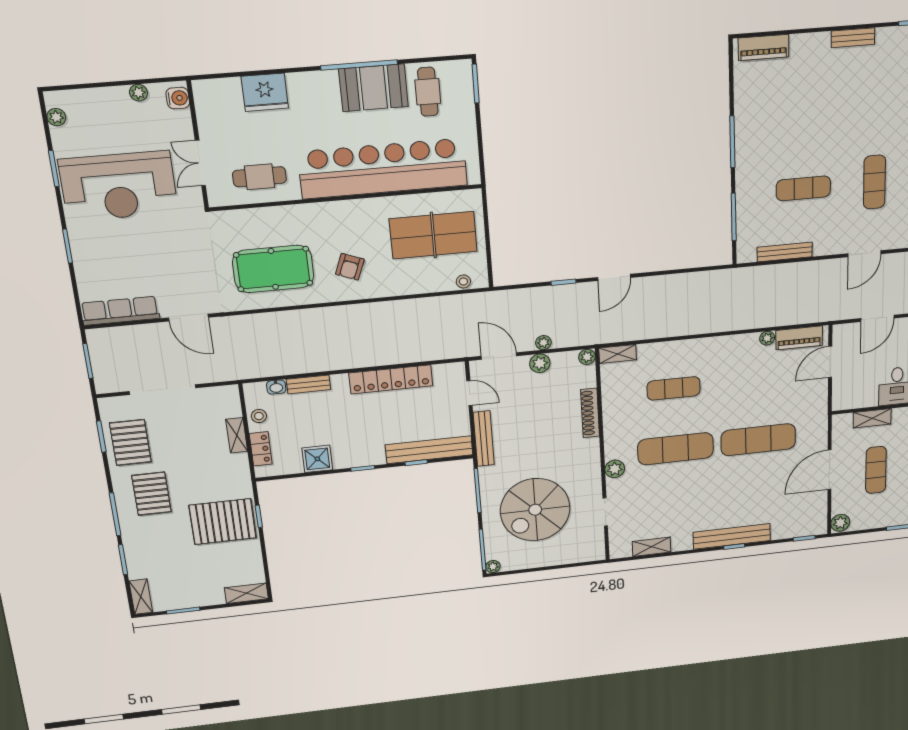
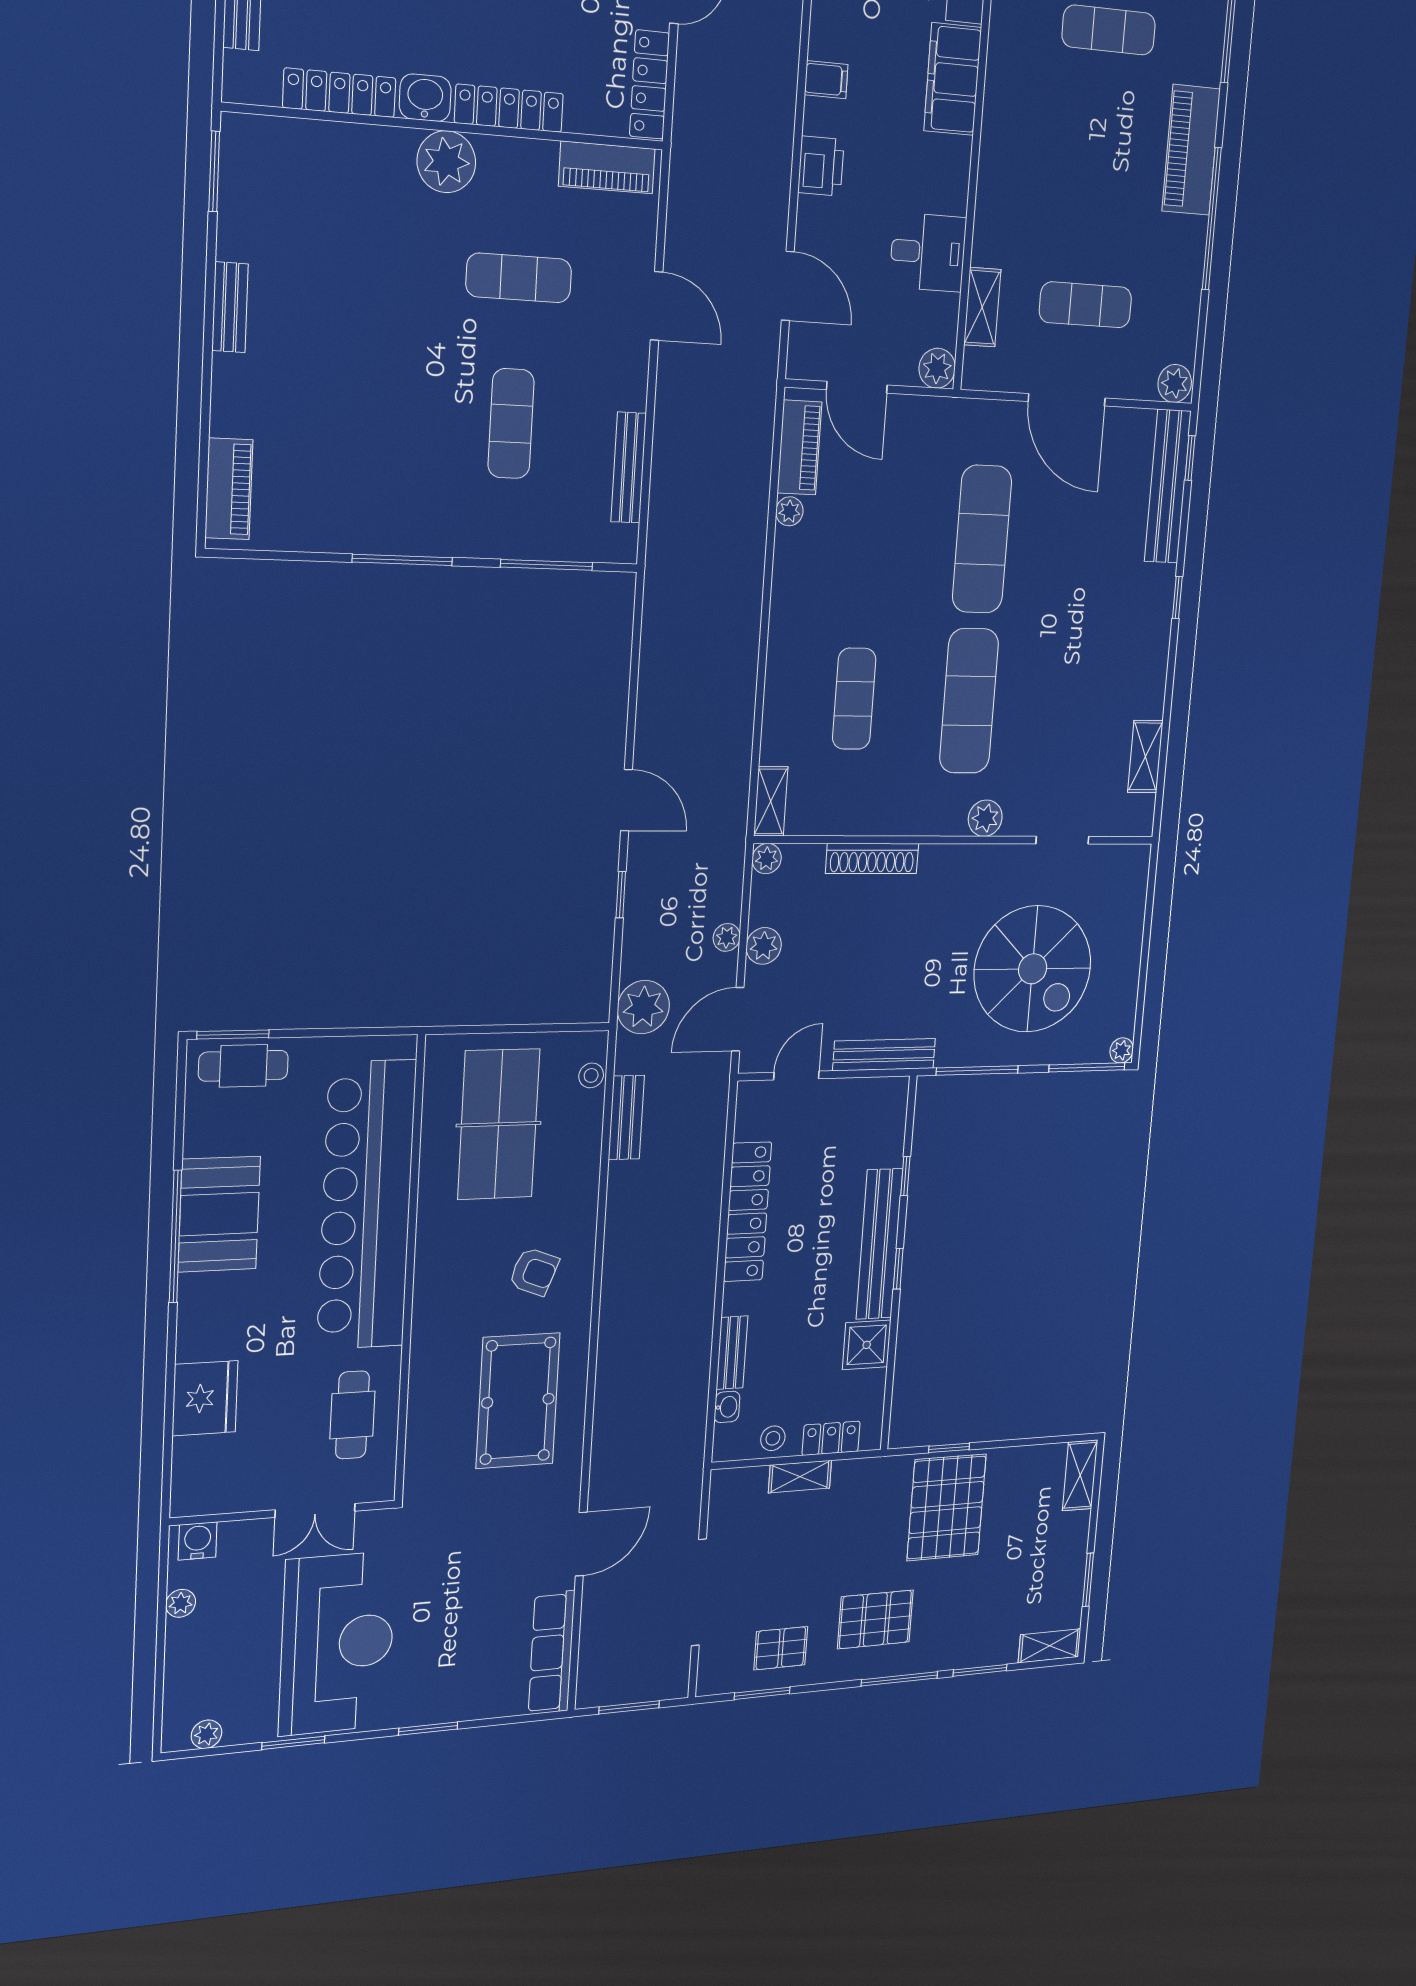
cafe table: (428, 92) -> (243, 1066), moved
bench: (441, 304) -> (626, 1118), added
plant: (503, 304) -> (643, 1007), added
plant: (842, 401) -> (937, 368), added
pallet: (130, 443) -> (781, 1648), width x0.67, depth x0.71
bench: (429, 450) -> (879, 1244), moved
bench: (732, 536) -> (1168, 486), moved

